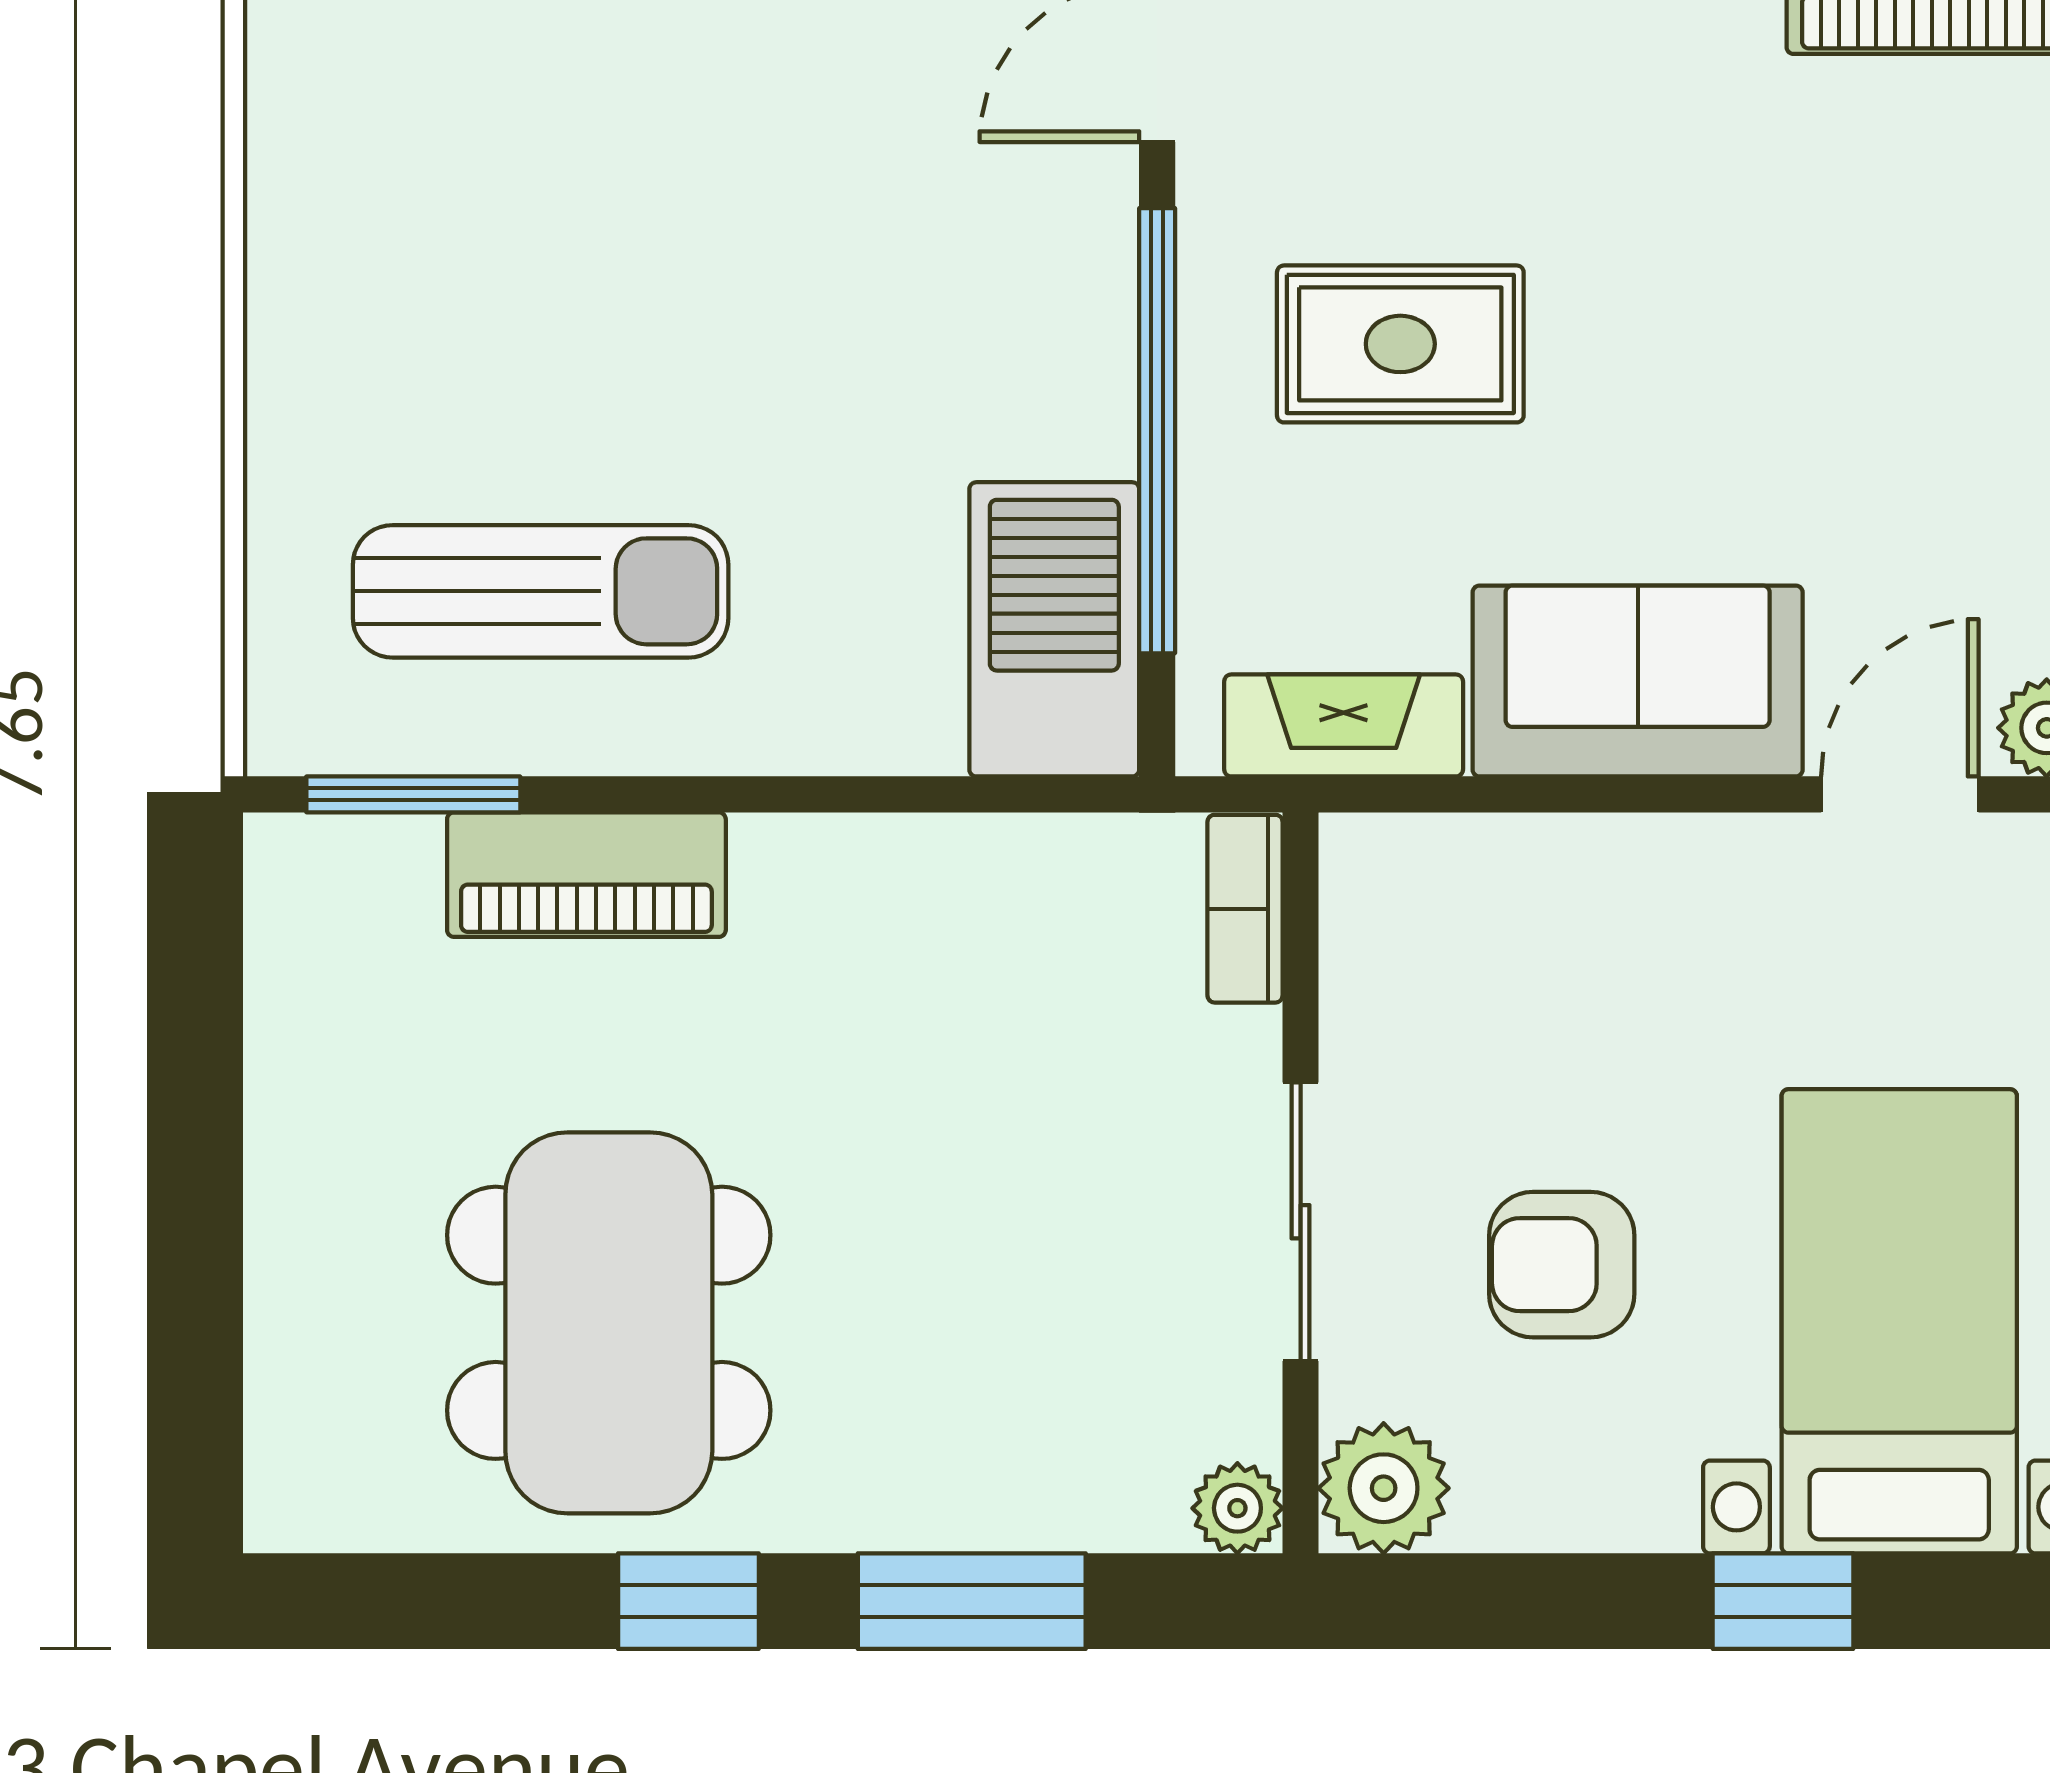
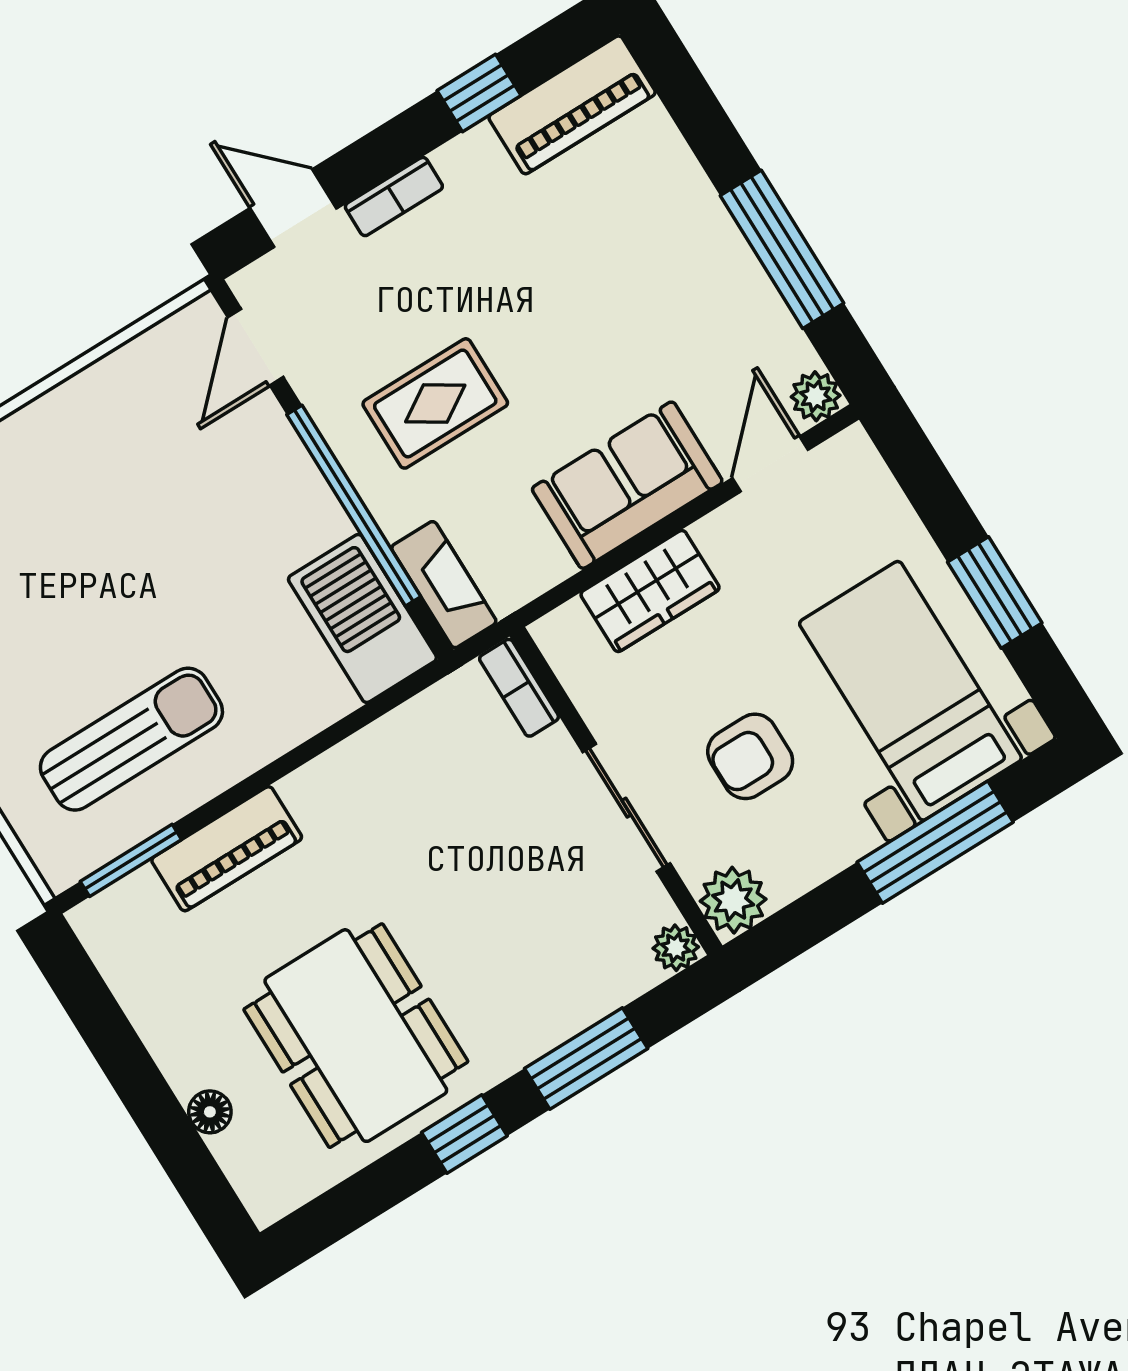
fireplace: (1344, 725) -> (444, 585), moved, turned 90
wardrobe: (1566, 882) -> (650, 591), added
floor lamp: (284, 1299) -> (210, 1112), added
window: (1783, 1601) -> (935, 842), width x2.17

